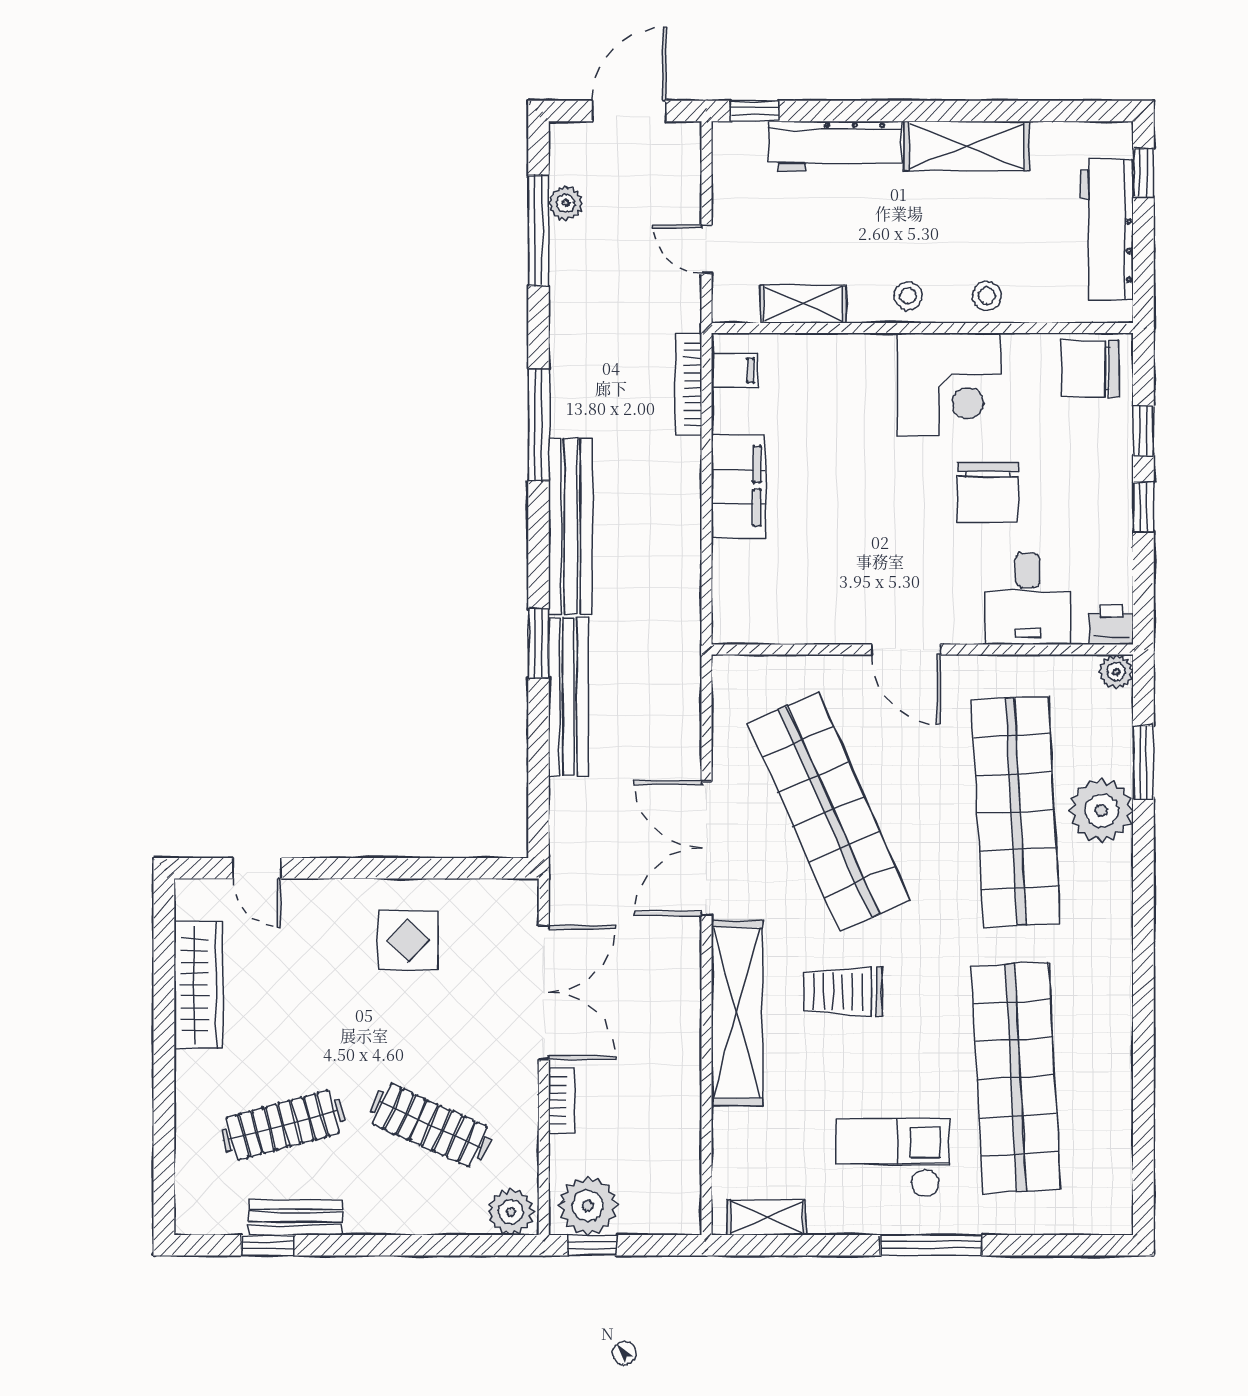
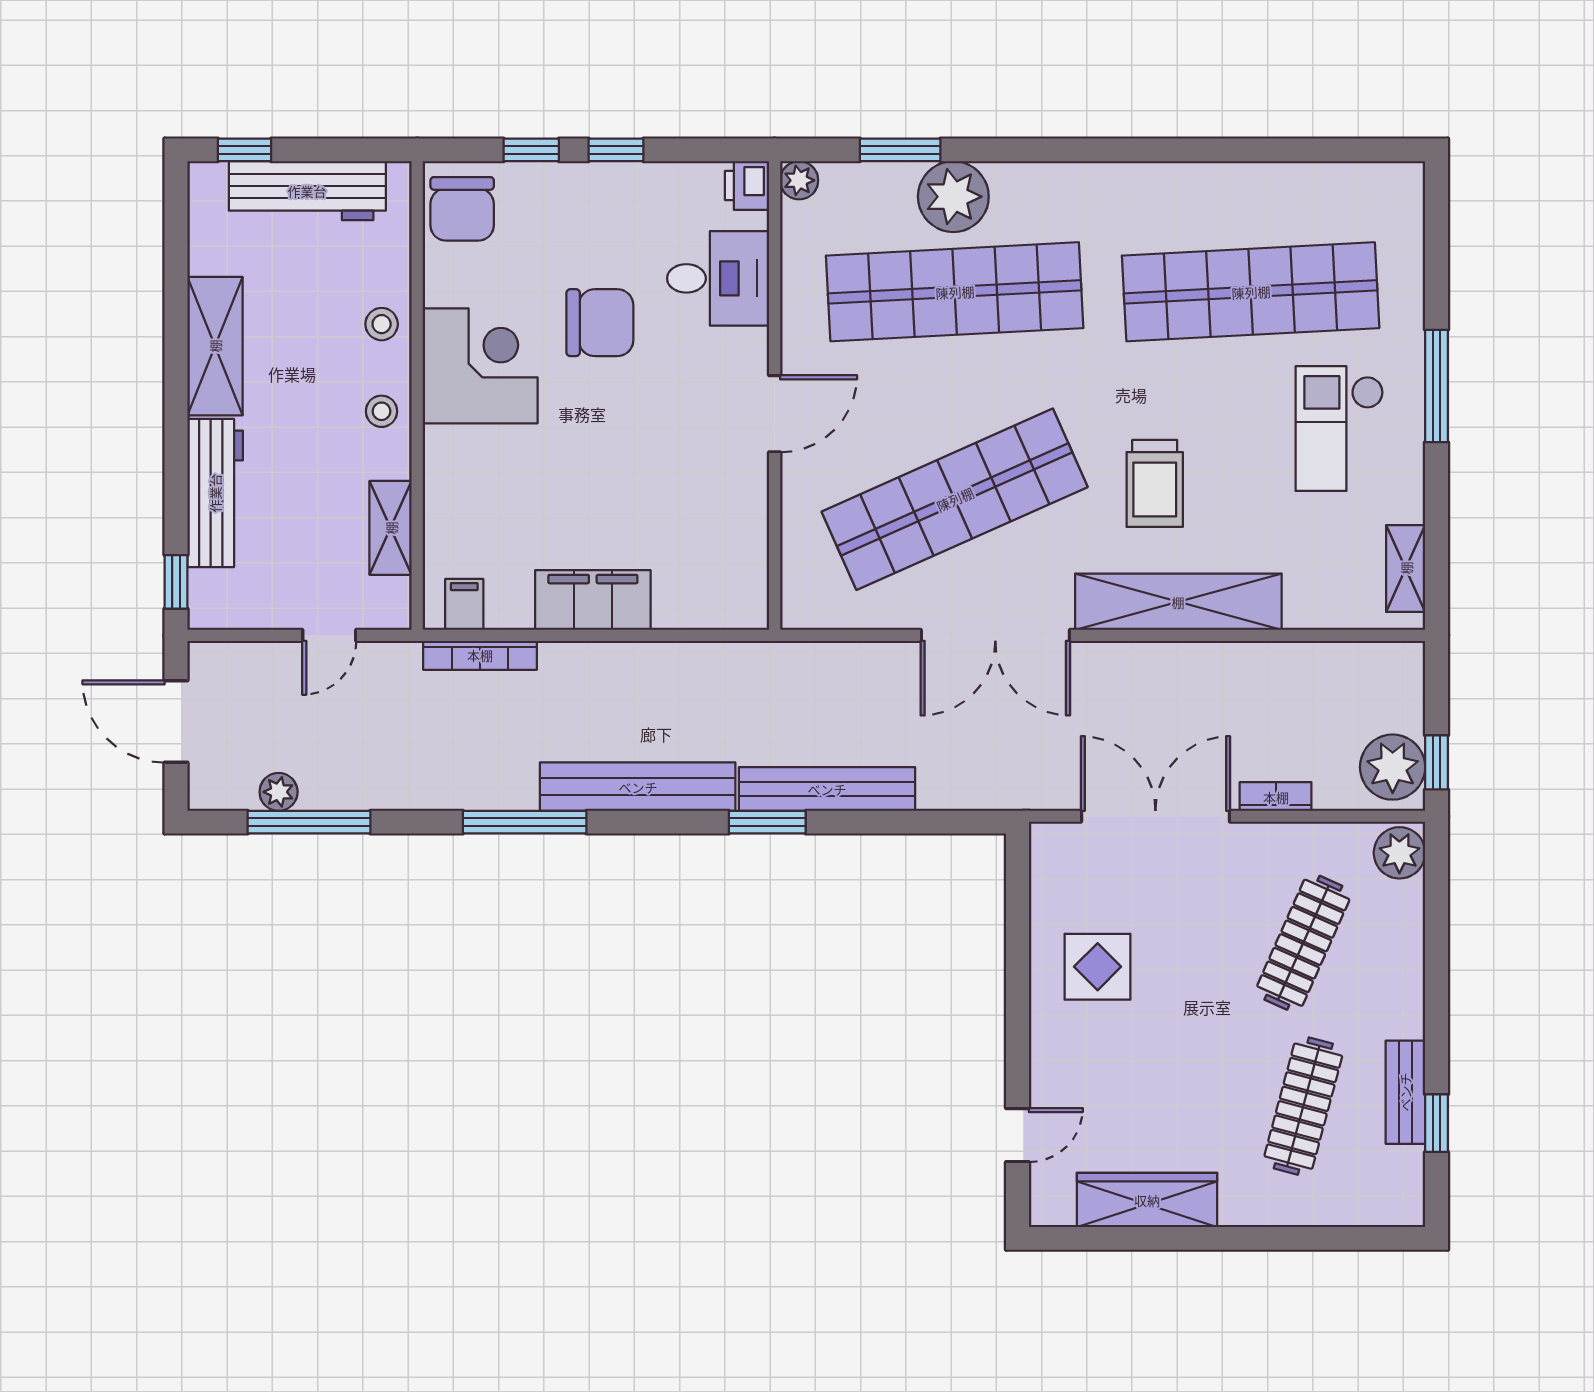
clothes rail: (283, 1125) -> (1303, 1106), turned 30

